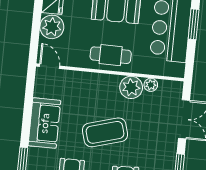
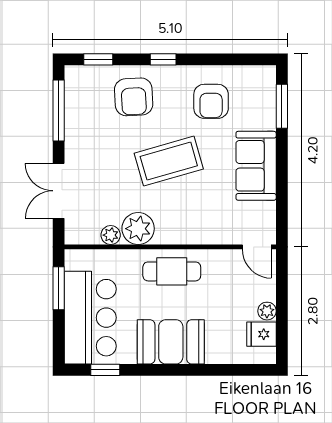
window: (194, 24) -> (59, 288), moved
plant: (52, 27) -> (267, 311), width x0.53, depth x0.53

